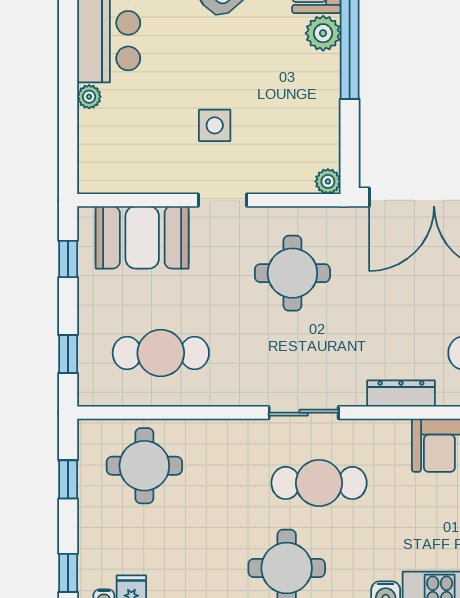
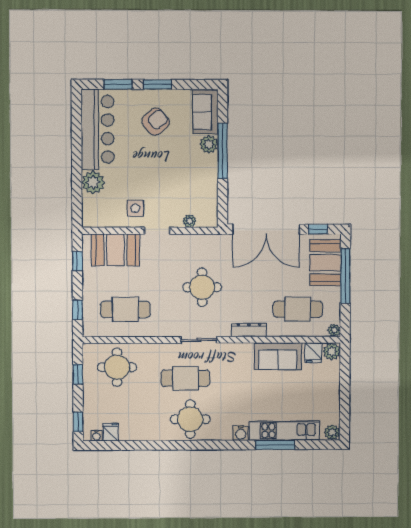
plant: (89, 97) -> (93, 182), width x1.87, depth x1.87
side table: (215, 125) -> (135, 208), moved
plant: (328, 181) -> (189, 221), moved
round table: (292, 273) -> (202, 287), moved
cafe table: (319, 483) -> (185, 378), moved

